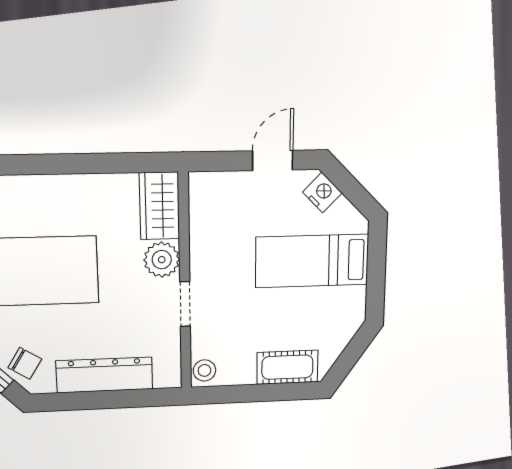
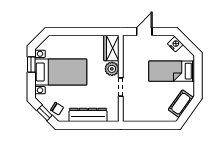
door: (273, 160) -> (144, 31), moved
cot: (287, 367) -> (181, 104), moved, turned -55
stool: (204, 370) -> (128, 115), removed

